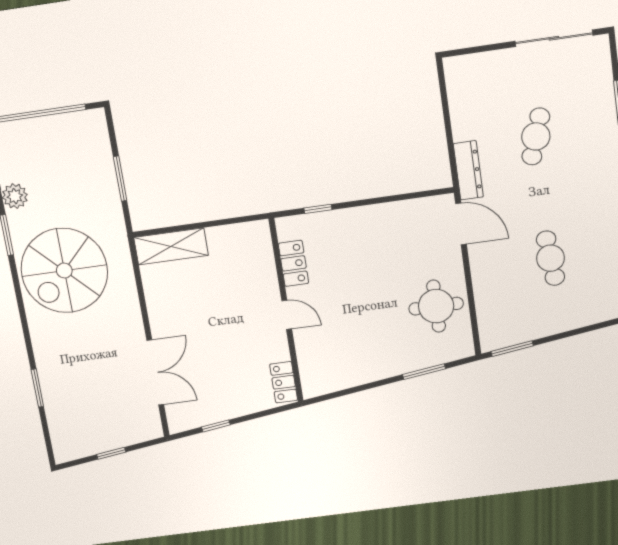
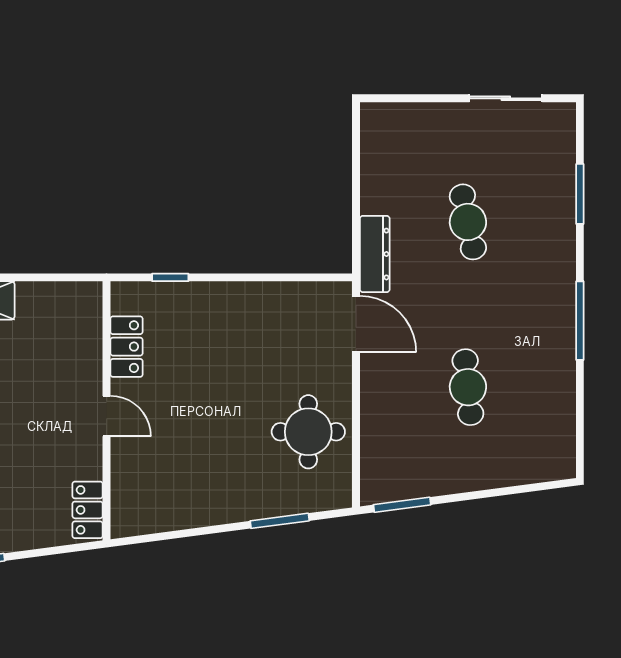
sliding door: (554, 38) -> (506, 98), width x0.73
cafe table: (536, 136) -> (468, 222), turned -30

